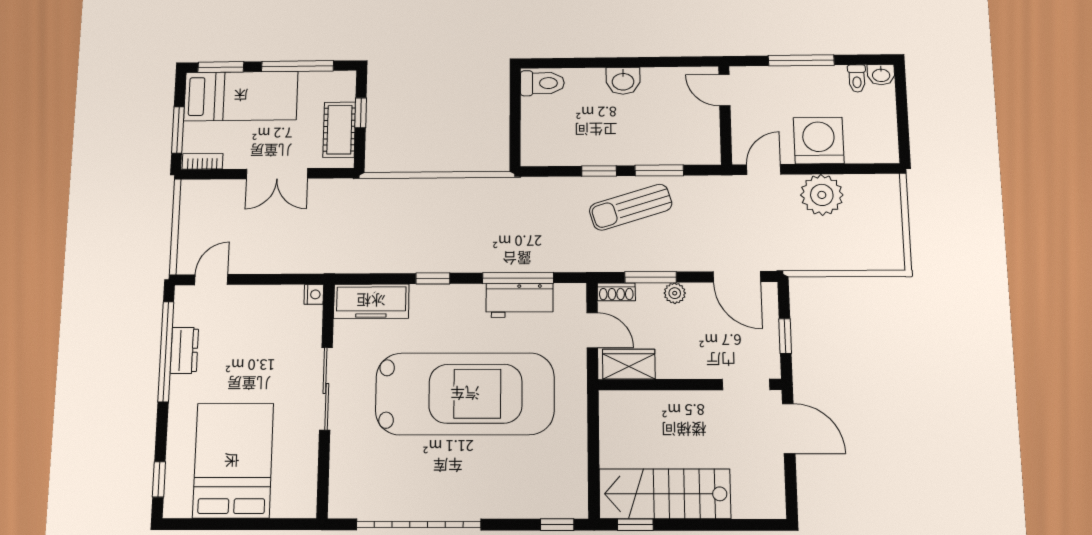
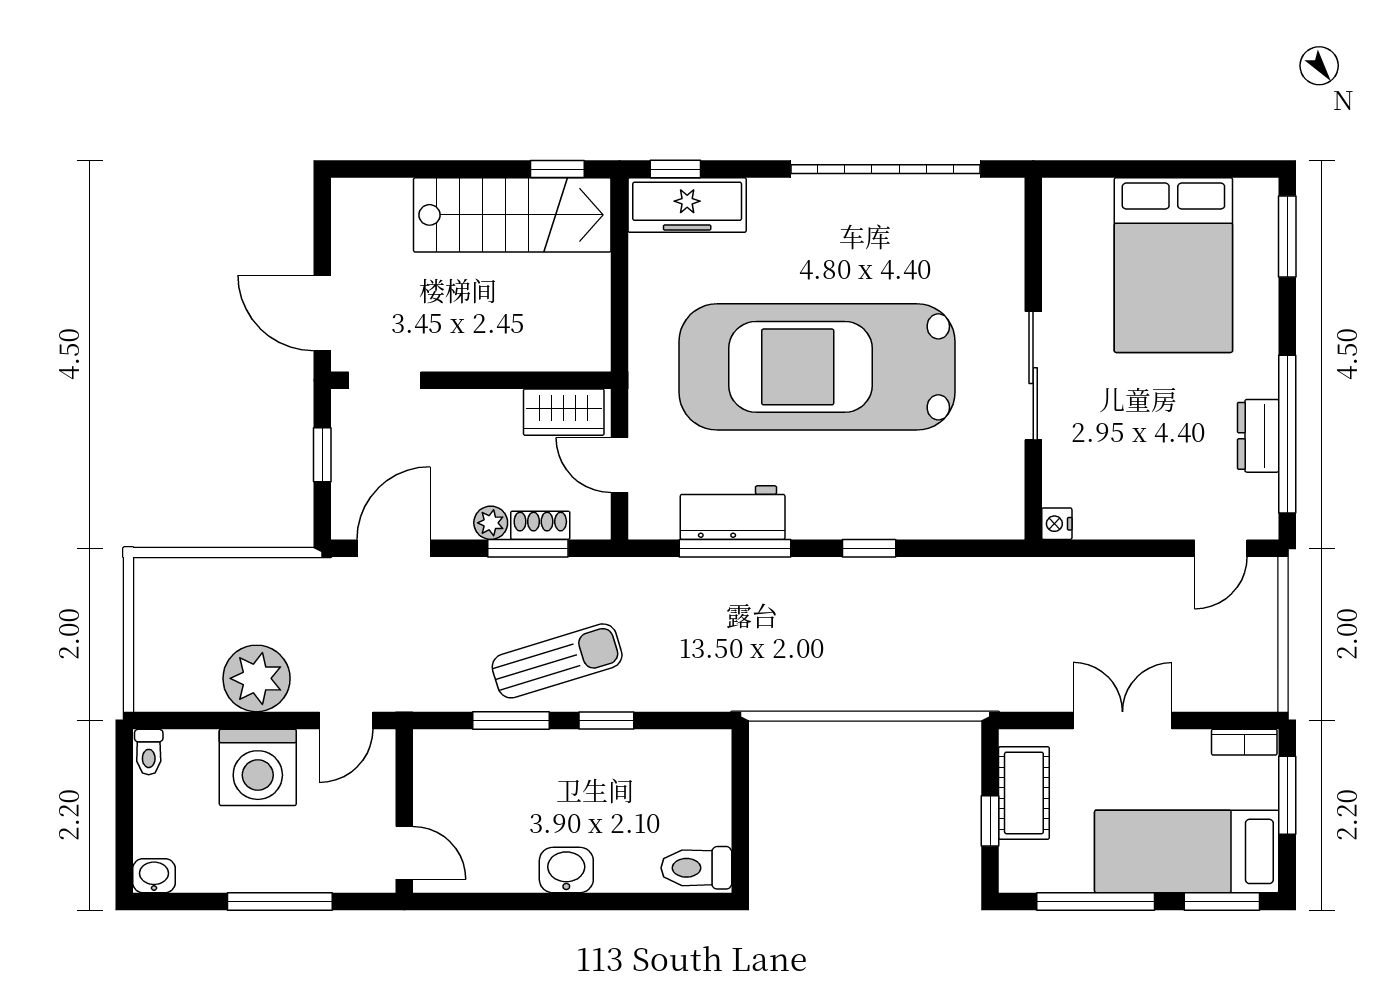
toilet: (857, 78) -> (149, 752), moved, turned 180
door: (737, 277) -> (394, 548), hinge flipped
shoe rack: (616, 292) -> (540, 525), moved
freezer: (371, 301) -> (687, 205), moved, turned 180
window: (159, 479) -> (1287, 236), width x1.50

